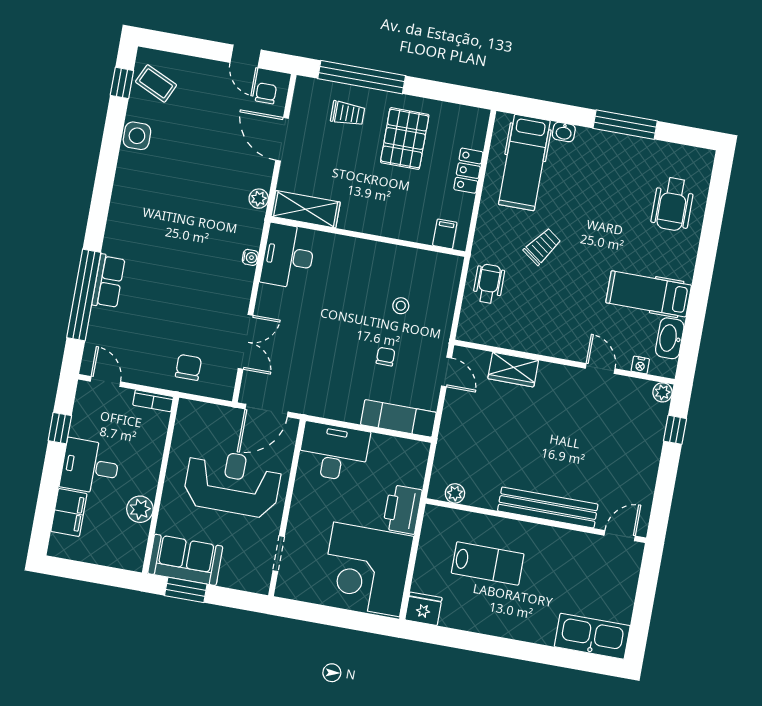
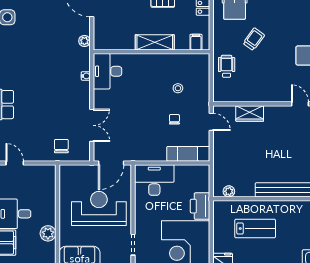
shelving: (306, 209) -> (155, 42), moved
bookcase: (153, 401) -> (44, 169), removed

